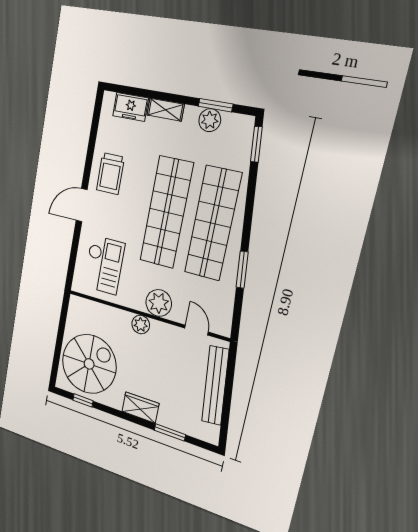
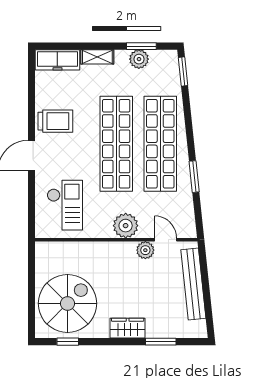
freezer: (131, 107) -> (57, 60), width x1.40
trolley: (110, 174) -> (55, 121), turned -90
plant: (141, 325) -> (145, 250), moved

